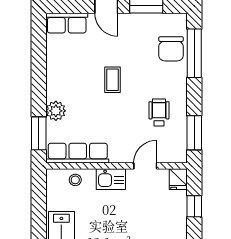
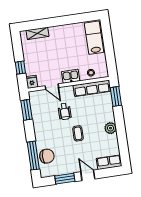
chair: (171, 49) -> (47, 156), turned 90
plant: (56, 111) -> (111, 128), moved
wheelchair: (159, 112) -> (65, 112), moved
door: (145, 166) -> (52, 87), hinge flipped

